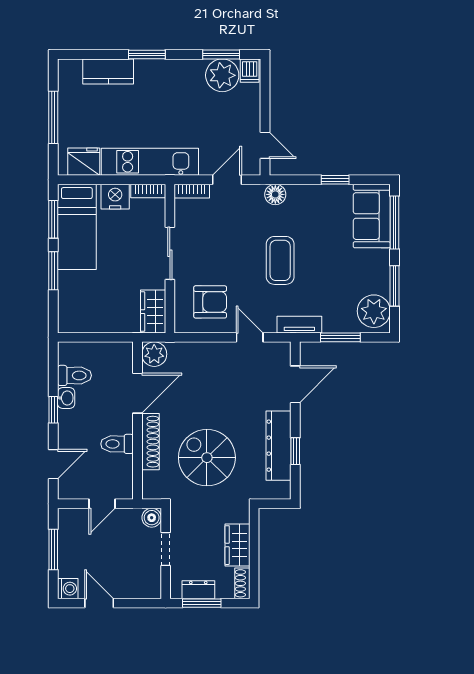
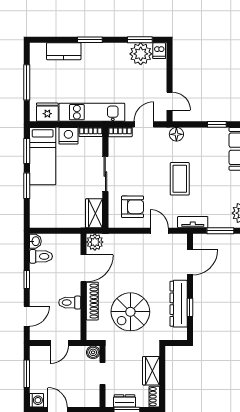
washbasin: (66, 398) -> (35, 241), moved
spiral stairs: (207, 458) -> (130, 312), turned -90

